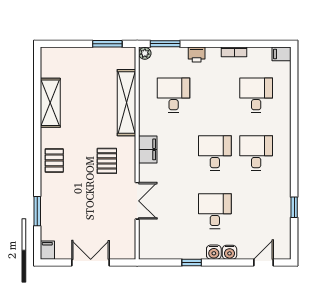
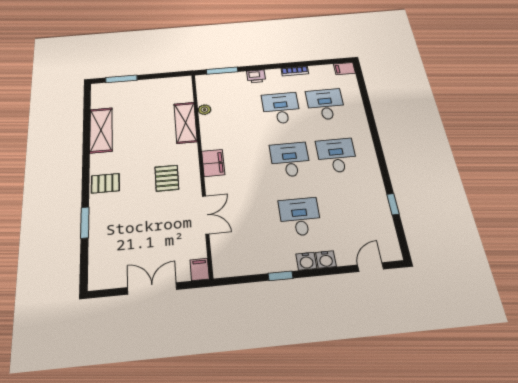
window: (107, 44) -> (121, 79), moved
plant: (145, 53) -> (205, 110), moved
desk: (174, 95) -> (281, 108), moved
shelving: (126, 103) -> (186, 123), width x0.68
pallet: (54, 160) -> (105, 183), turned 90
window: (37, 211) -> (85, 223), moved
filing cabinet: (47, 250) -> (200, 269), moved

